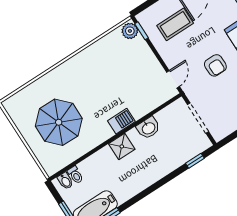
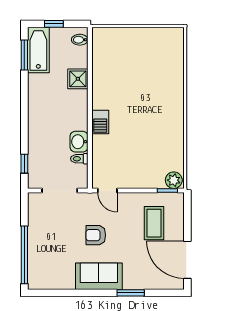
parasol: (59, 122) -> (134, 67), removed
shower: (122, 146) -> (78, 79), moved
toilet: (75, 175) -> (79, 159), moved

